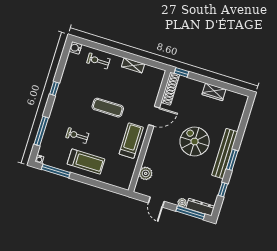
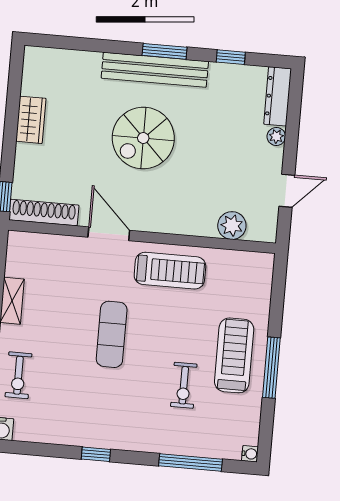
treadmill: (131, 141) -> (170, 271), turned 180
window: (56, 171) -> (271, 368), moved
window: (190, 213) -> (294, 115), removed

